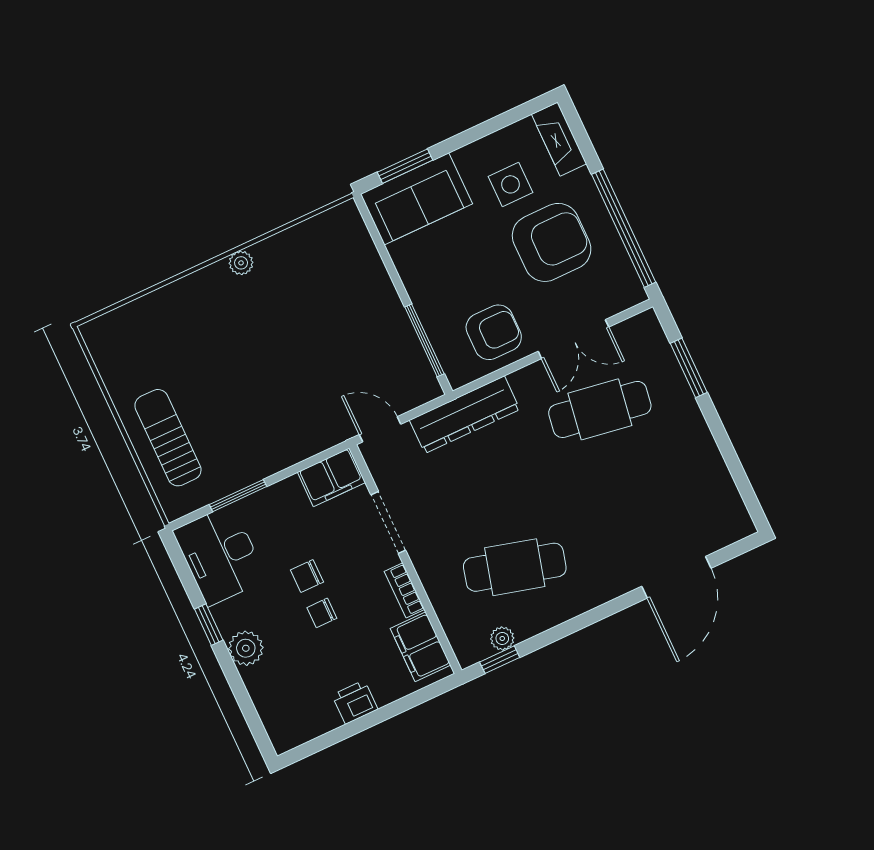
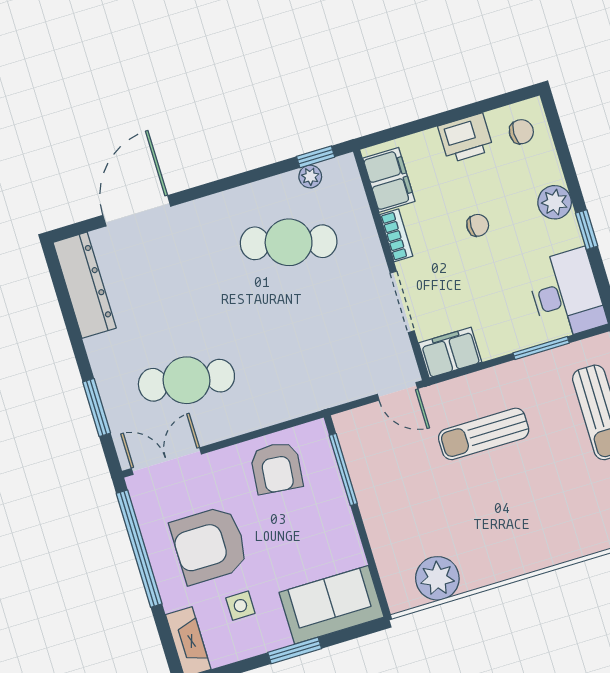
window: (405, 166) -> (295, 650), moved
side table: (511, 184) -> (240, 606), width x0.73, depth x0.73
plant: (241, 263) -> (437, 578), moved, width x1.88, depth x1.88
armchair: (494, 332) -> (277, 468), turned -84
double door: (573, 339) -> (166, 461), moved
sun lounger: (285, 398) -> (484, 434), added
dresser: (465, 415) -> (85, 285), moved, turned 90
chair: (307, 576) -> (521, 132), moved
printer: (355, 702) -> (466, 138), width x1.36, depth x1.24

